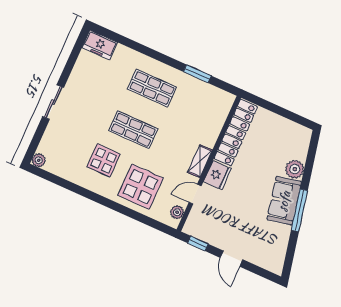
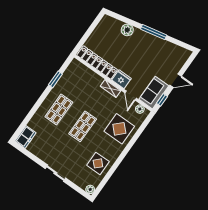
display table: (104, 160) -> (98, 163), moved
sofa: (284, 201) -> (154, 93), moved, turned 102

